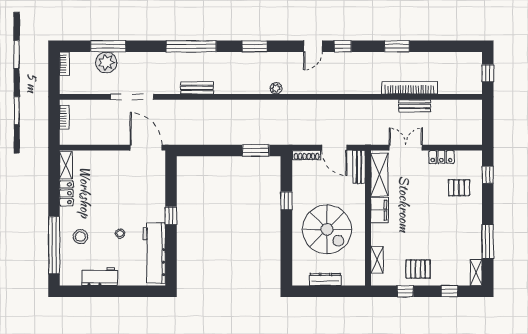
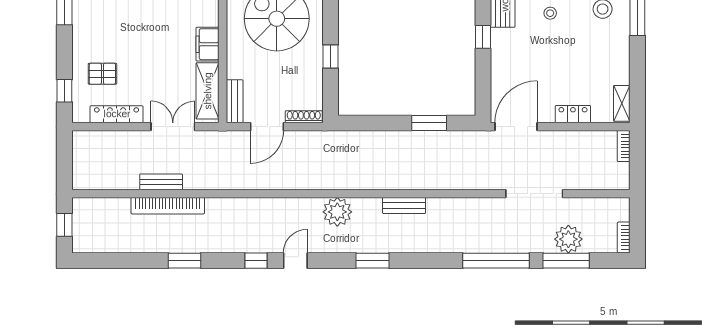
window: (191, 46) -> (496, 261), moved
bench: (197, 88) -> (404, 206), moved
plant: (276, 88) -> (337, 212), width x1.88, depth x1.88
bookcase: (64, 117) -> (624, 146), moved
door: (146, 148) -> (516, 127), swing flipped
door: (334, 148) -> (267, 127), swing flipped
double door: (406, 148) -> (173, 127), swing flipped
window: (256, 150) -> (429, 123), moved
locker: (441, 157) -> (117, 114), width x1.53
locker: (66, 193) -> (573, 114), moved, turned 90

